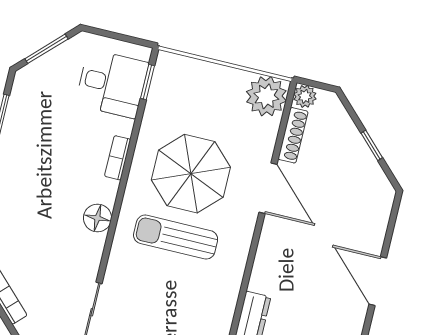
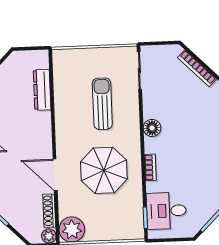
sun lounger: (176, 237) -> (102, 104), moved, turned -90

